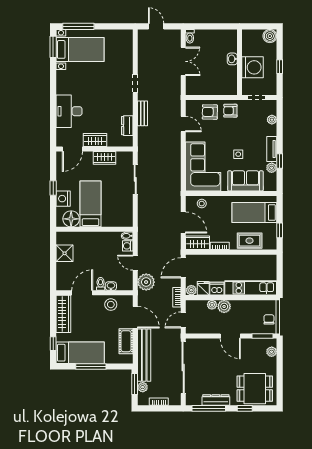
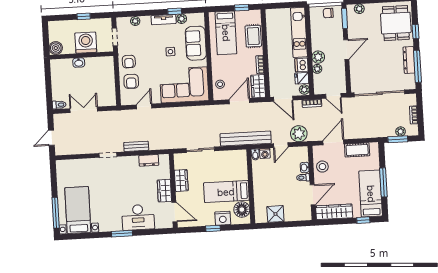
boiler: (270, 36) -> (56, 48), moved
window: (53, 47) -> (122, 234), moved
door: (82, 293) -> (313, 195), swing flipped
bench: (144, 355) -> (246, 139), moved

